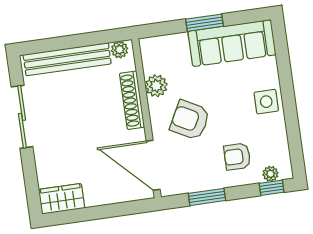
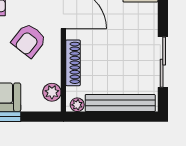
plant: (156, 86) -> (52, 92), moved
armchair: (190, 120) -> (29, 40), turned 100

